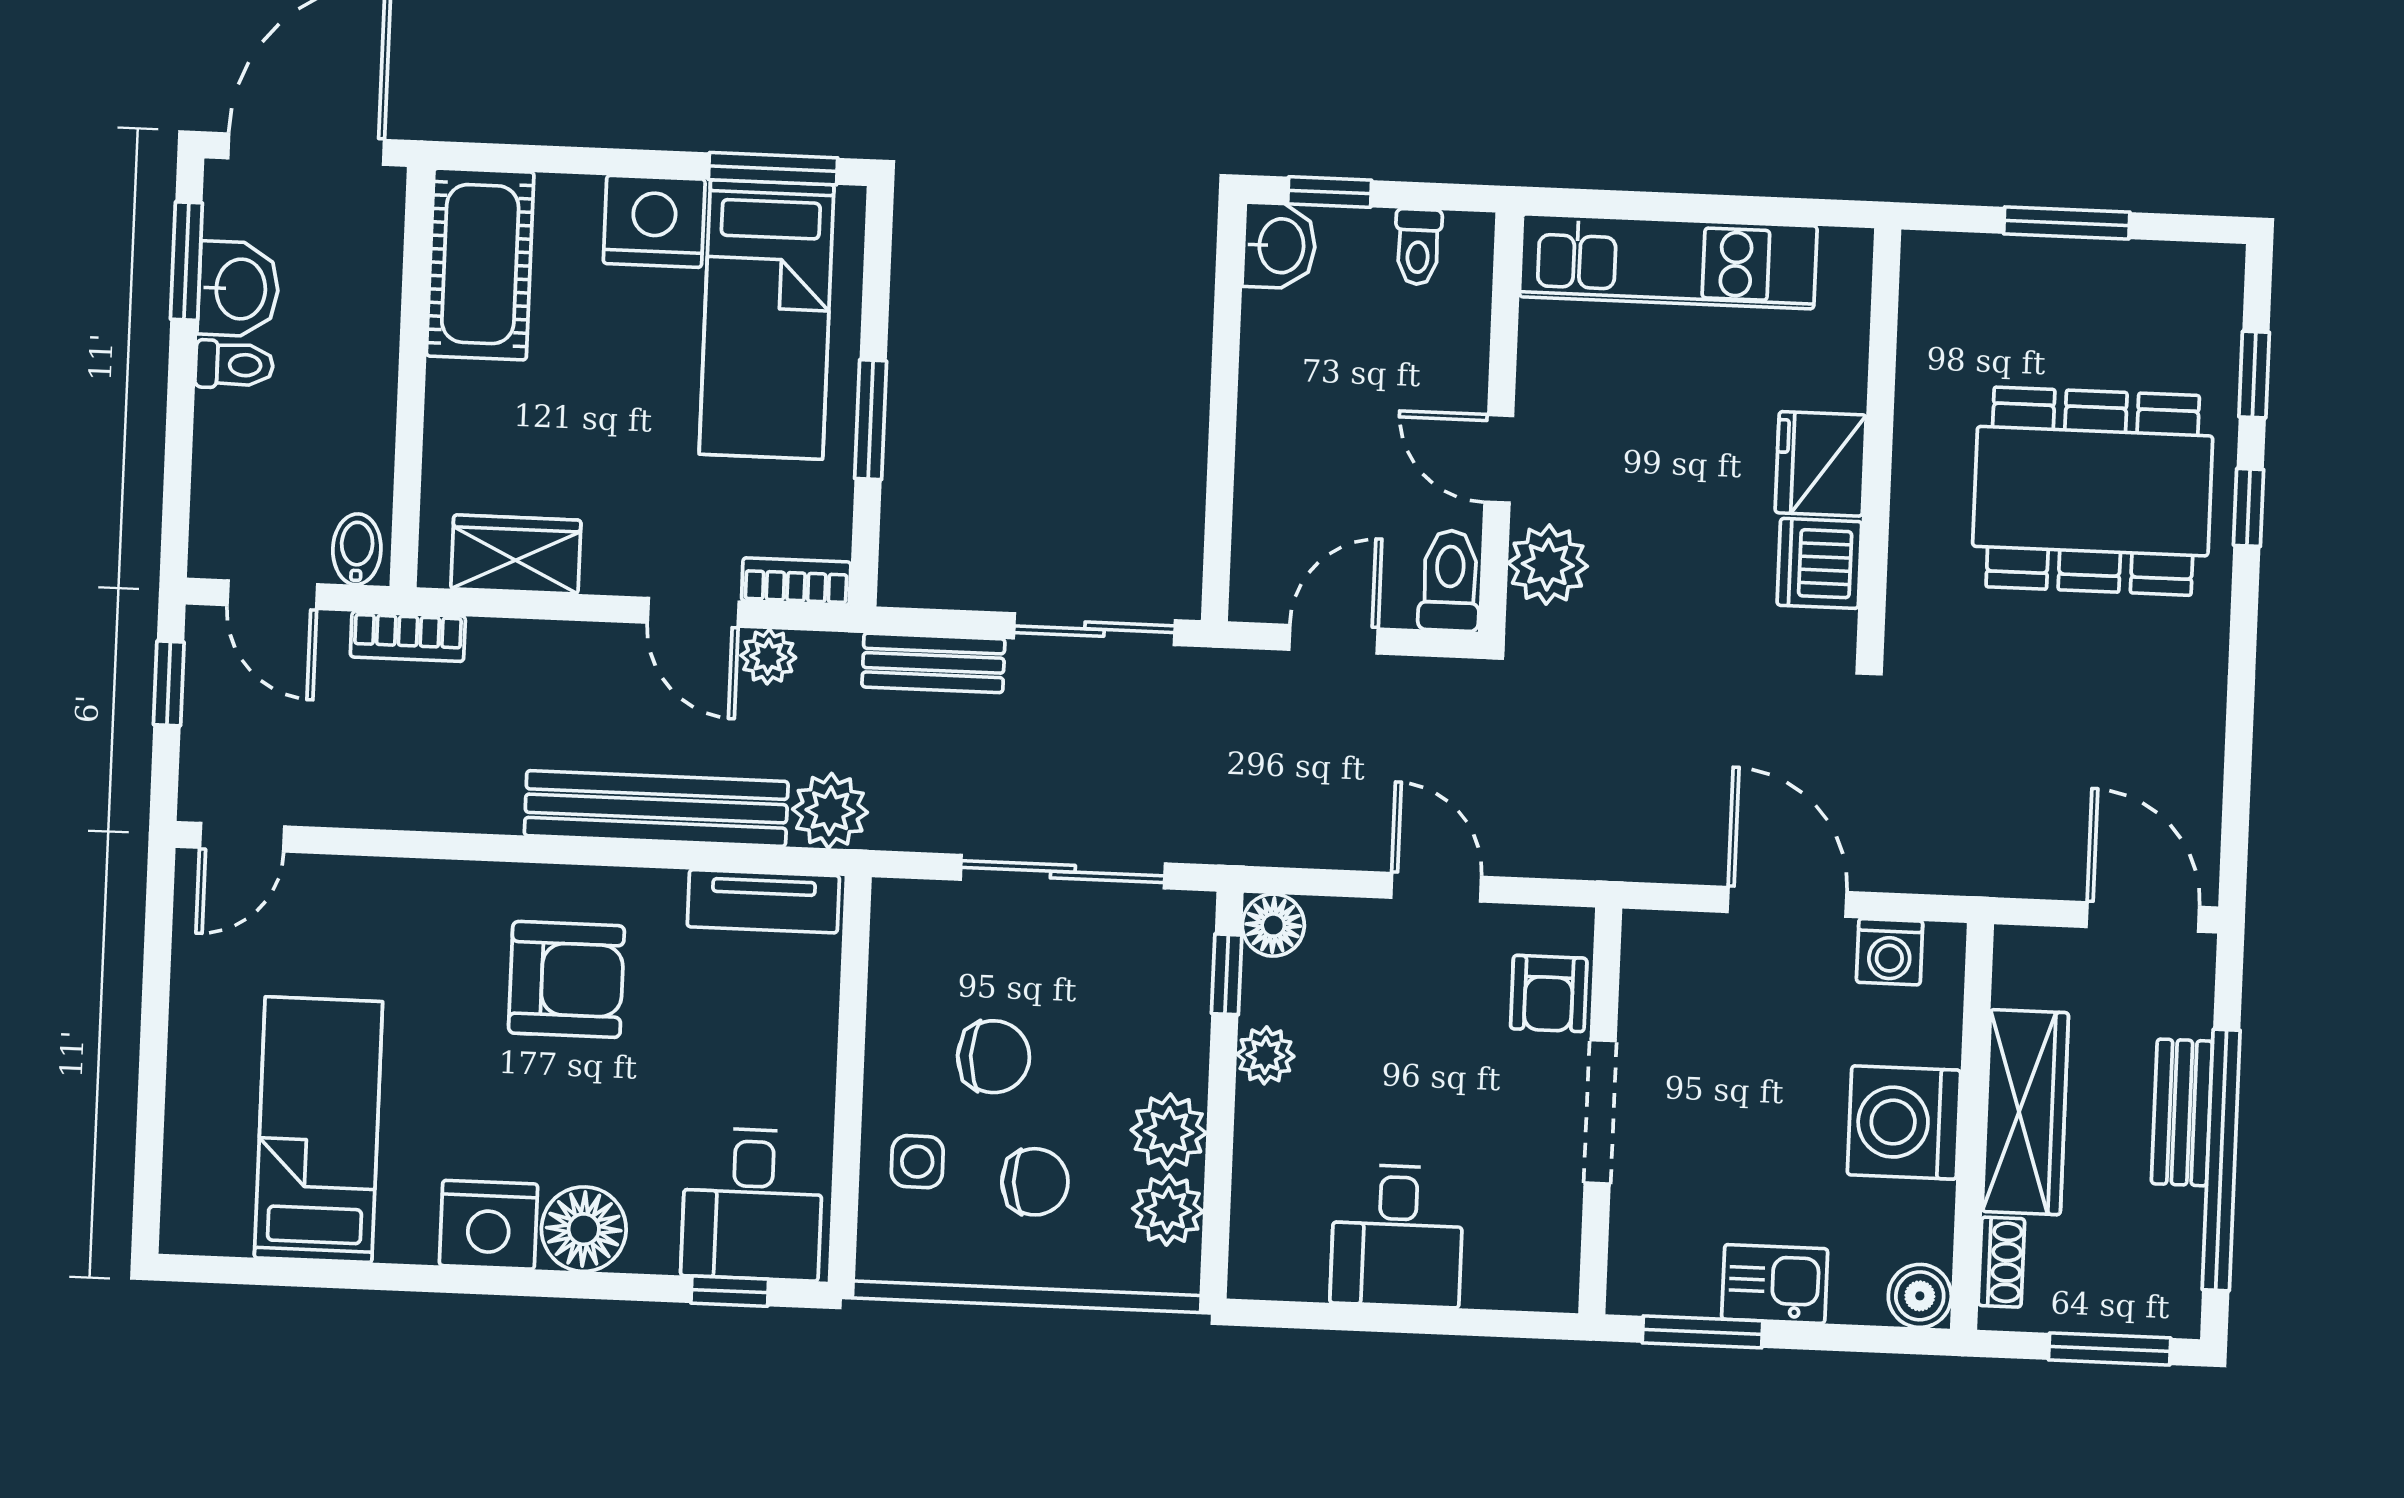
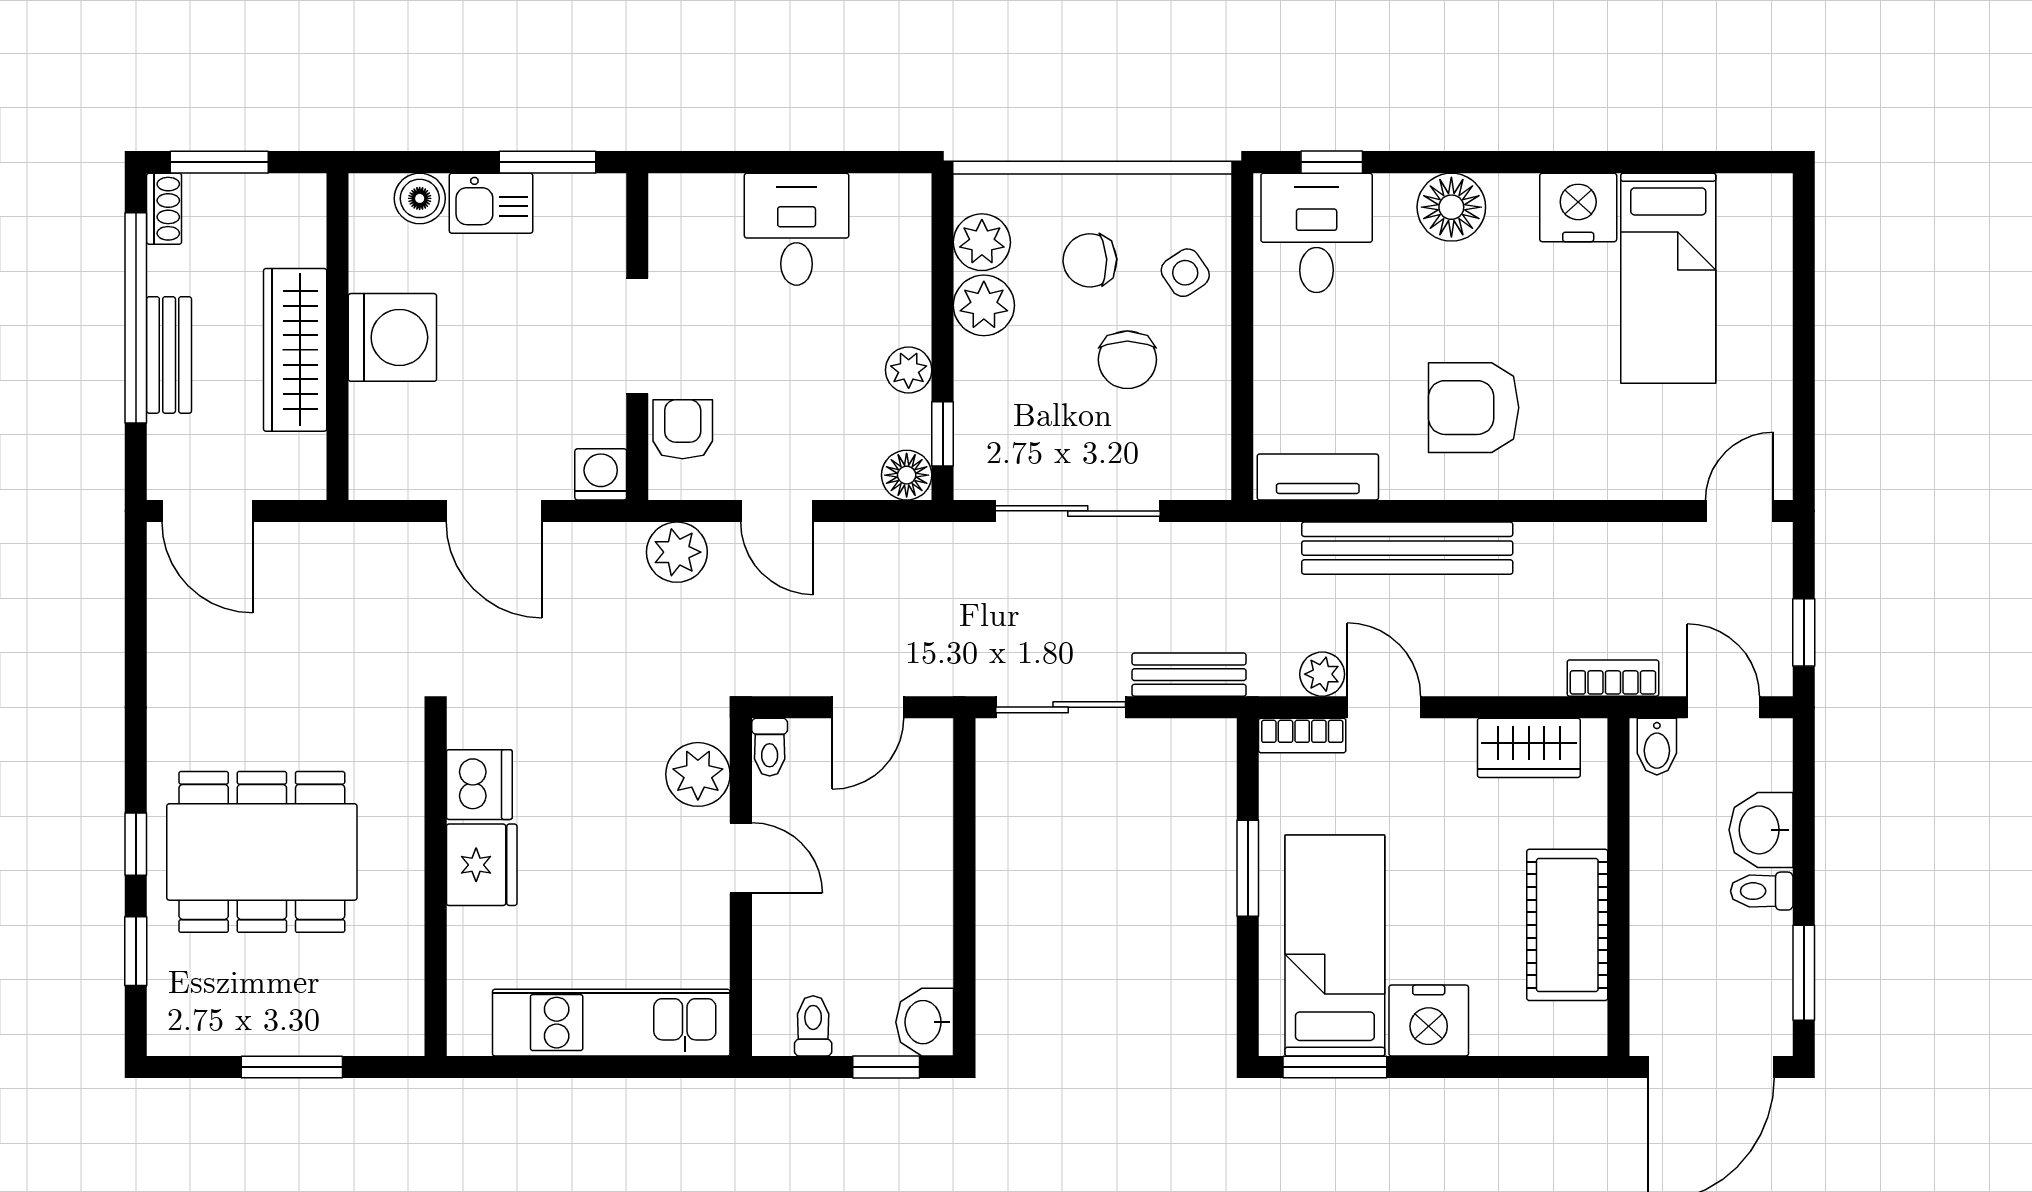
cot: (480, 264) -> (1567, 925), moved
washbasin: (238, 289) -> (1761, 830), moved
toilet: (1450, 581) -> (770, 747), width x0.73, depth x0.72
plant: (830, 811) -> (677, 552), moved
washing machine: (1890, 952) -> (601, 474), moved
chair: (994, 1057) -> (1127, 360), turned -90
side table: (917, 1162) -> (1185, 273), turned -34
nightstand: (489, 1225) -> (1578, 207), moved
shoe rack: (2001, 1262) -> (164, 209), moved, turned 180
boiler: (1920, 1296) -> (420, 198), moved

